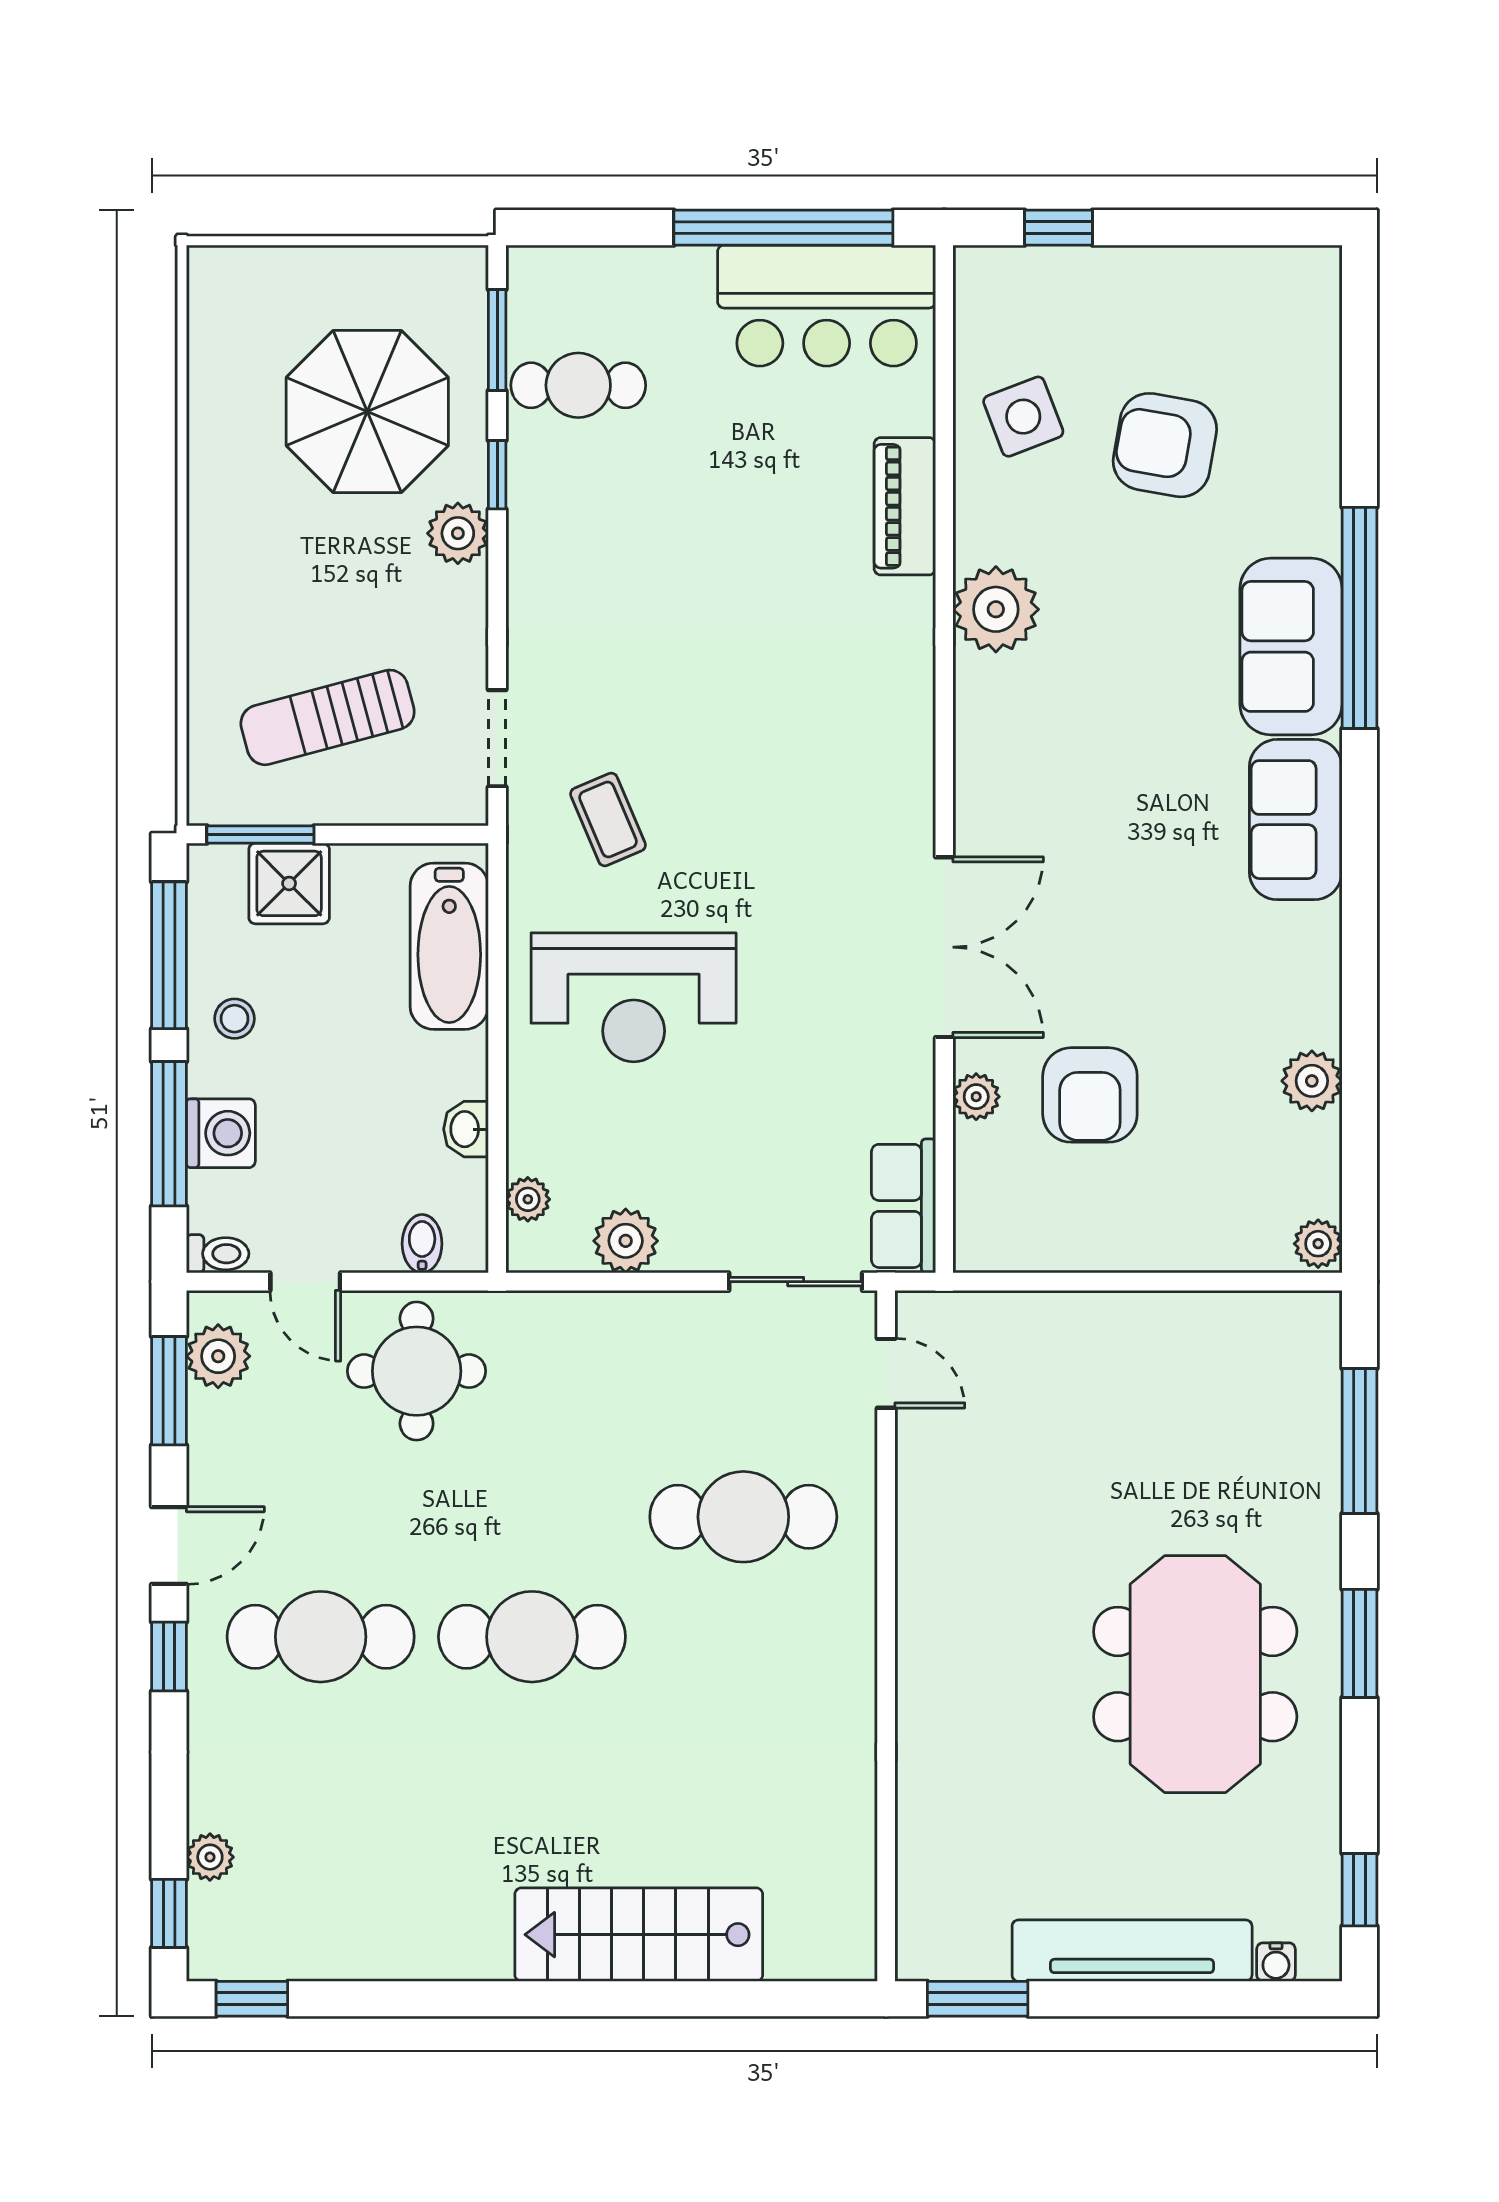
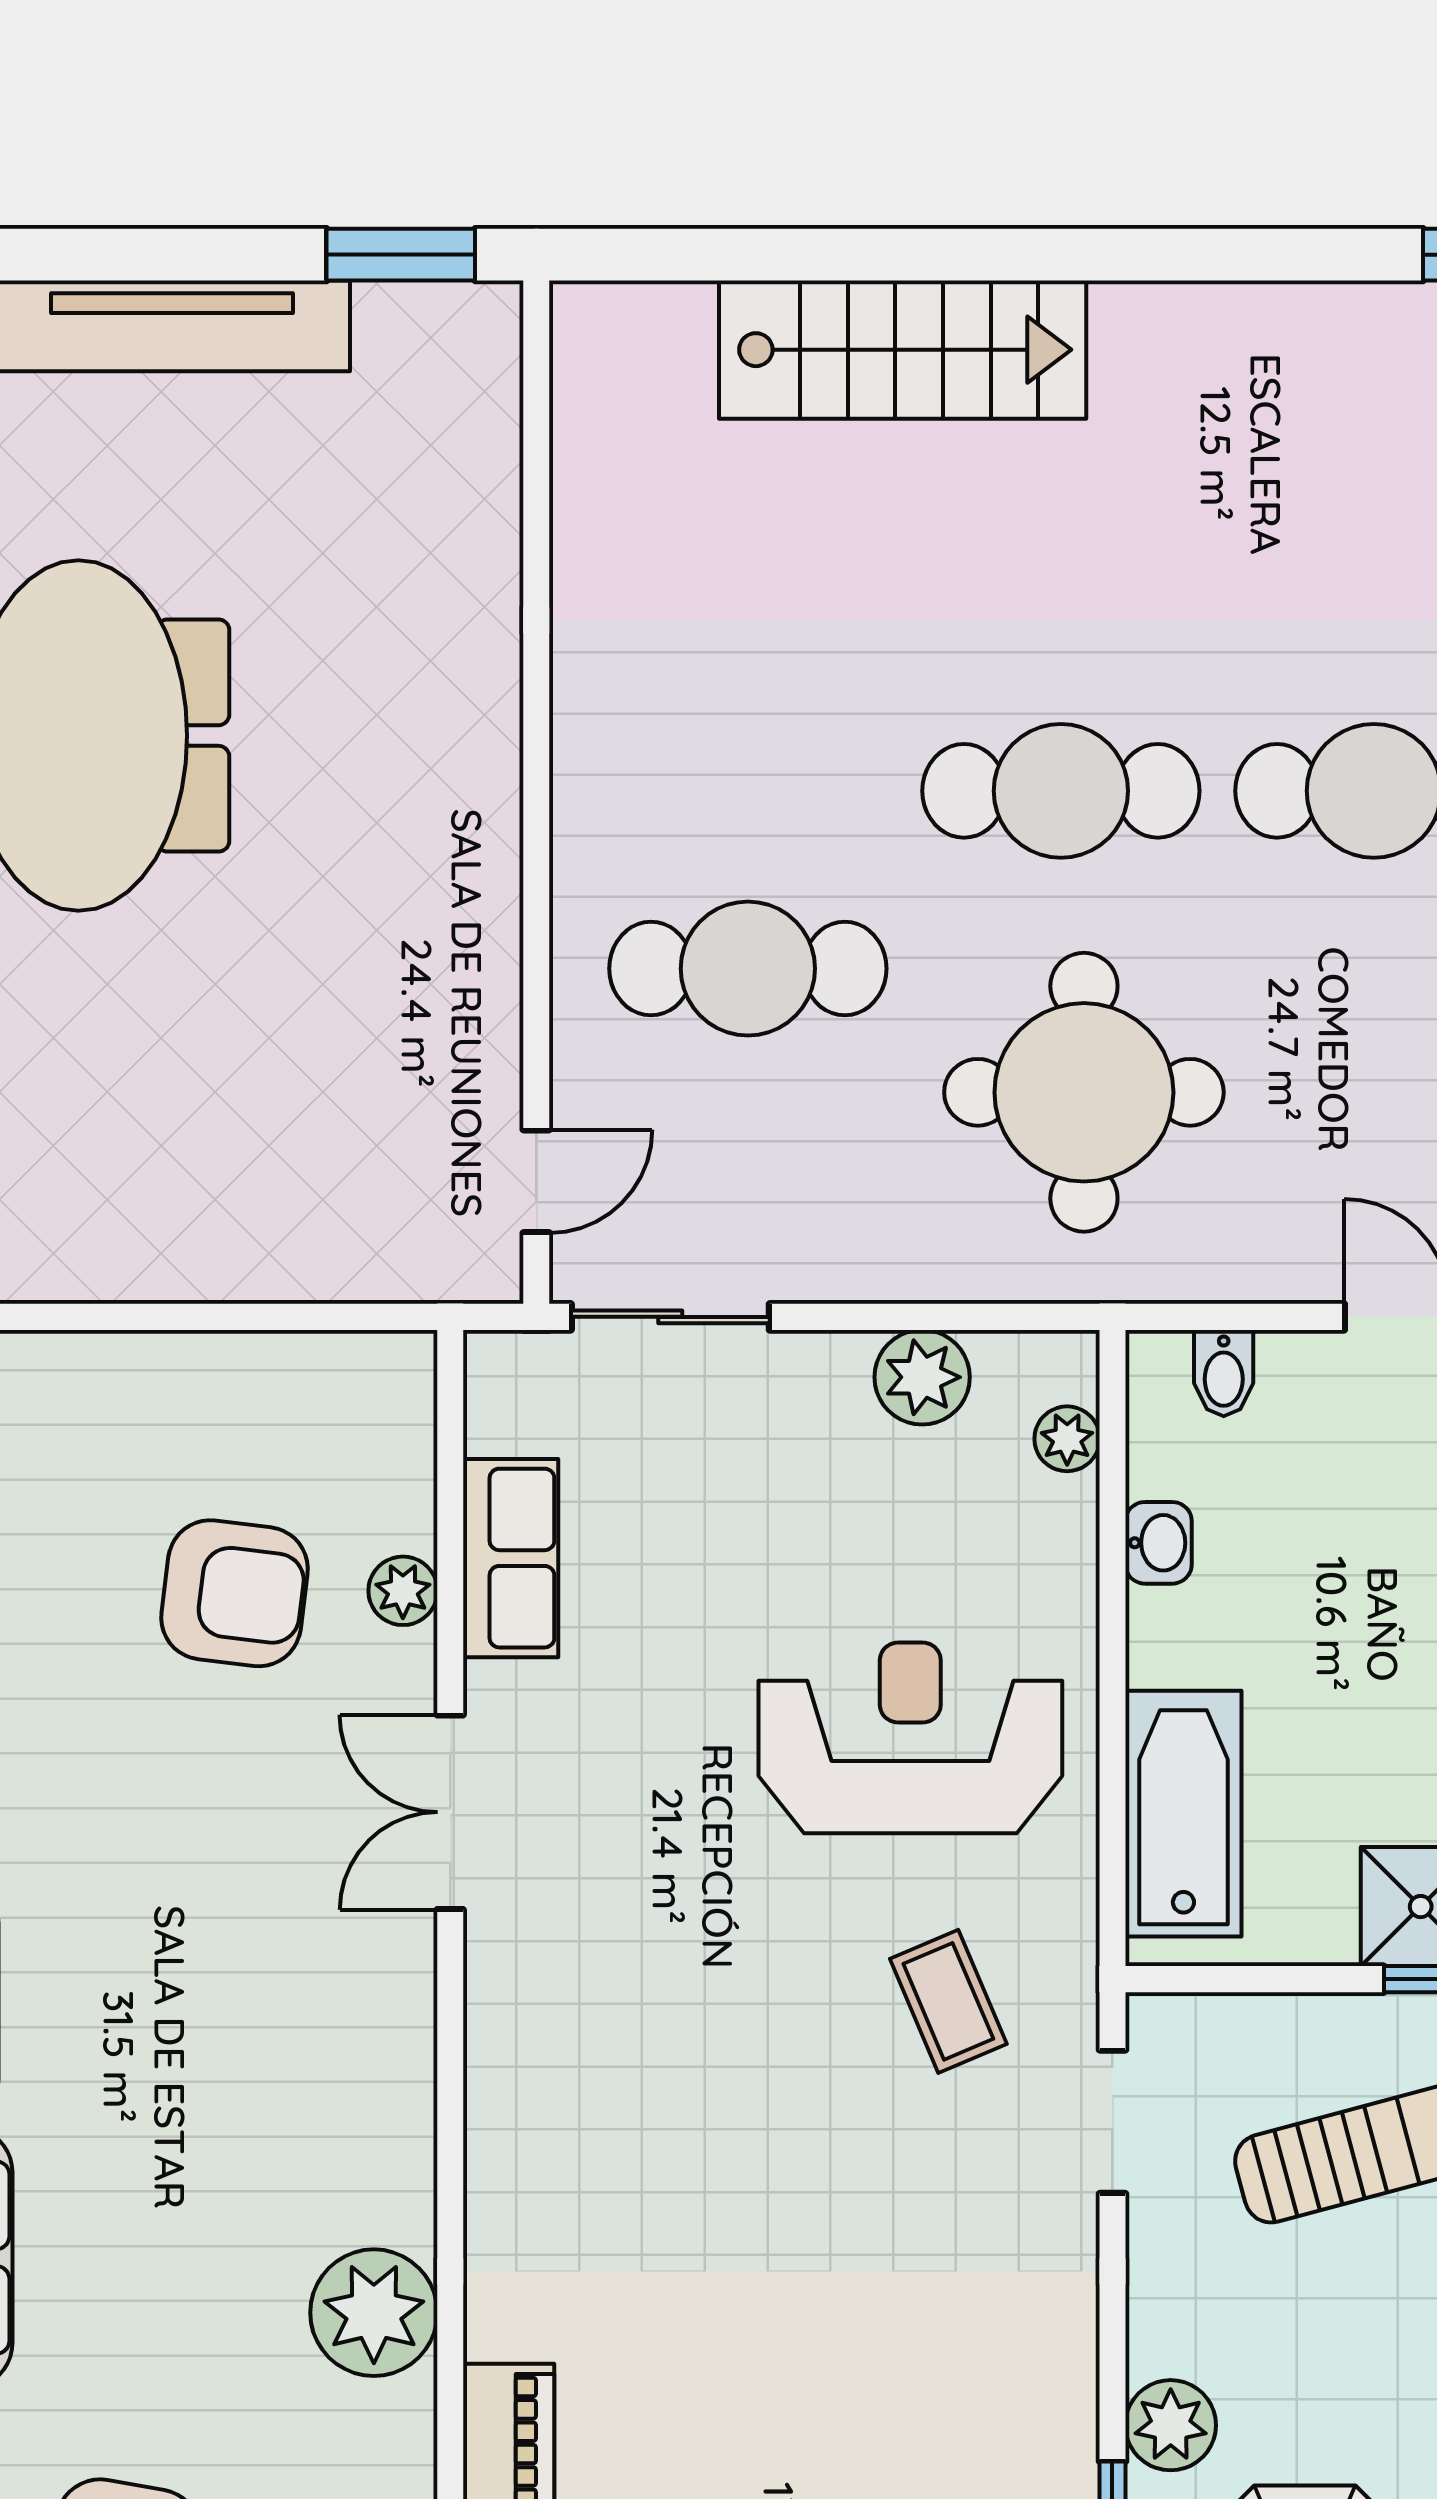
double door: (944, 947) -> (450, 1812), width x0.73
armchair: (1090, 1095) -> (234, 1593), turned 97
row of seats: (904, 1206) -> (511, 1558), moved
round table: (417, 1371) -> (1084, 1092), moved, width x1.36, depth x1.36
door: (886, 1373) -> (536, 1181), swing flipped

